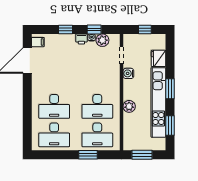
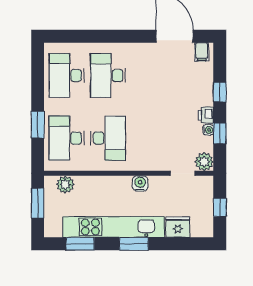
plant: (102, 40) -> (204, 162), moved
water cooler: (128, 73) -> (140, 183), moved
desk: (97, 106) -> (108, 138), turned 180
plant: (129, 106) -> (65, 184), moved

